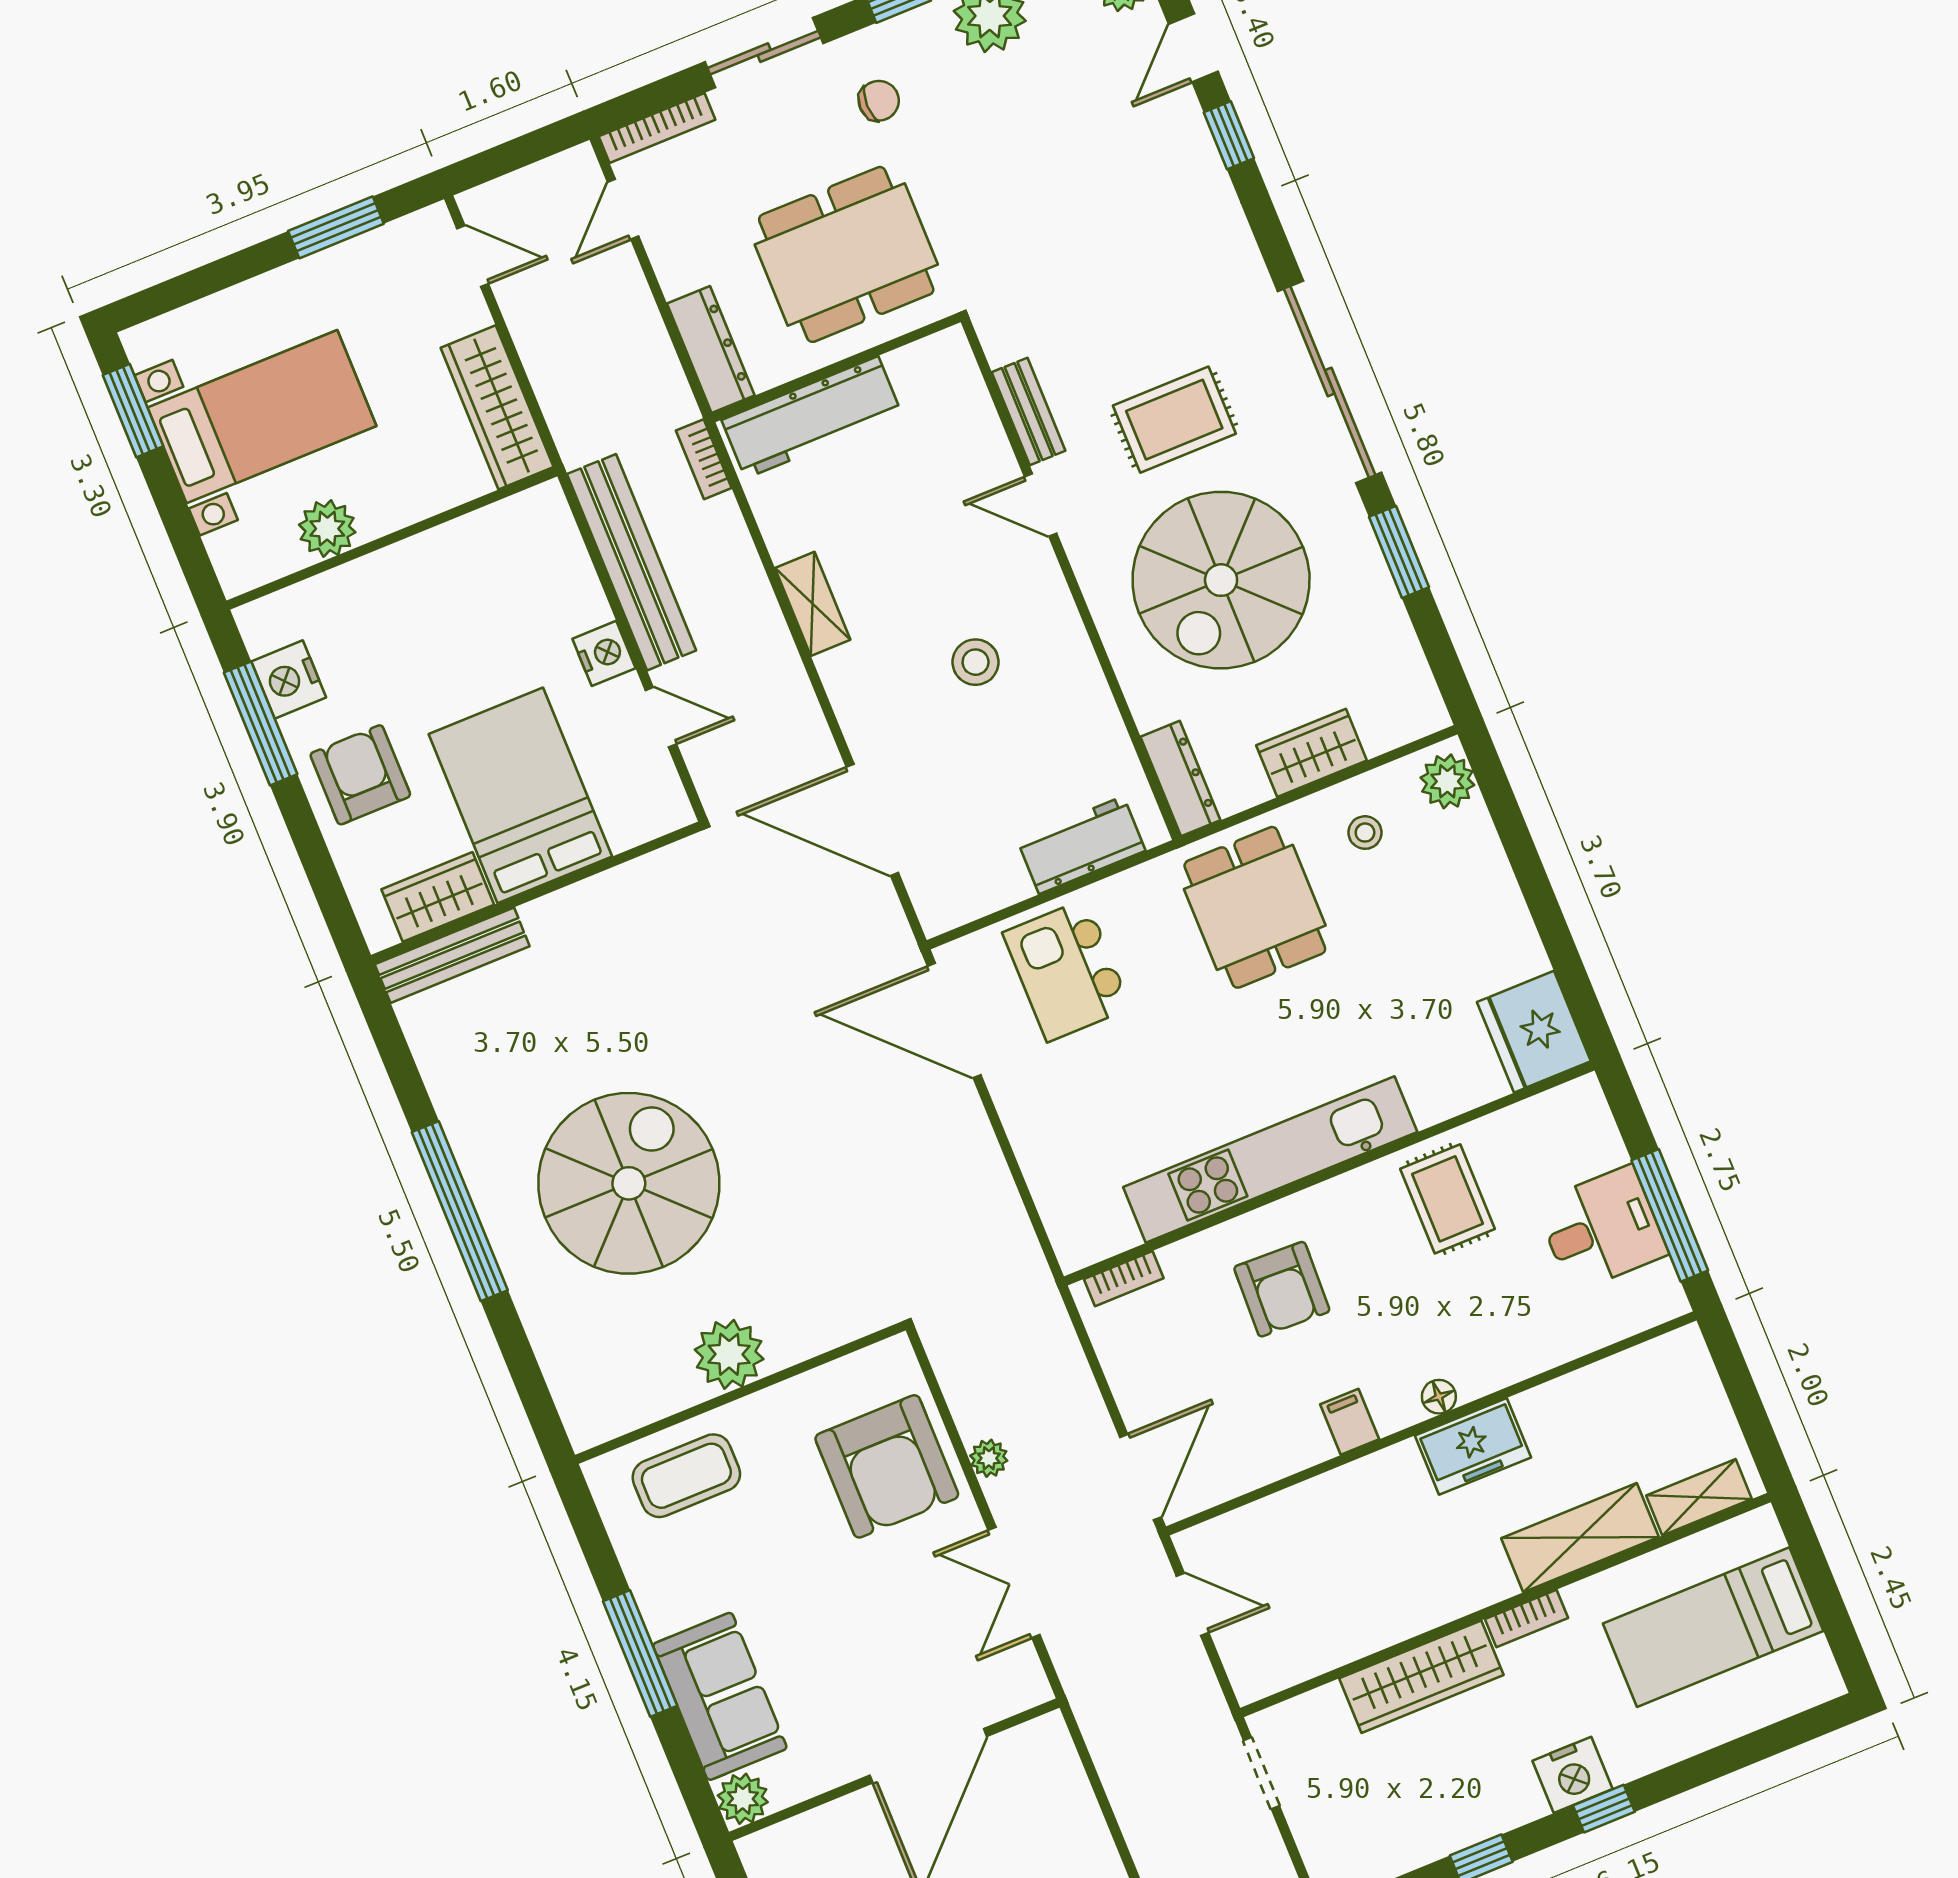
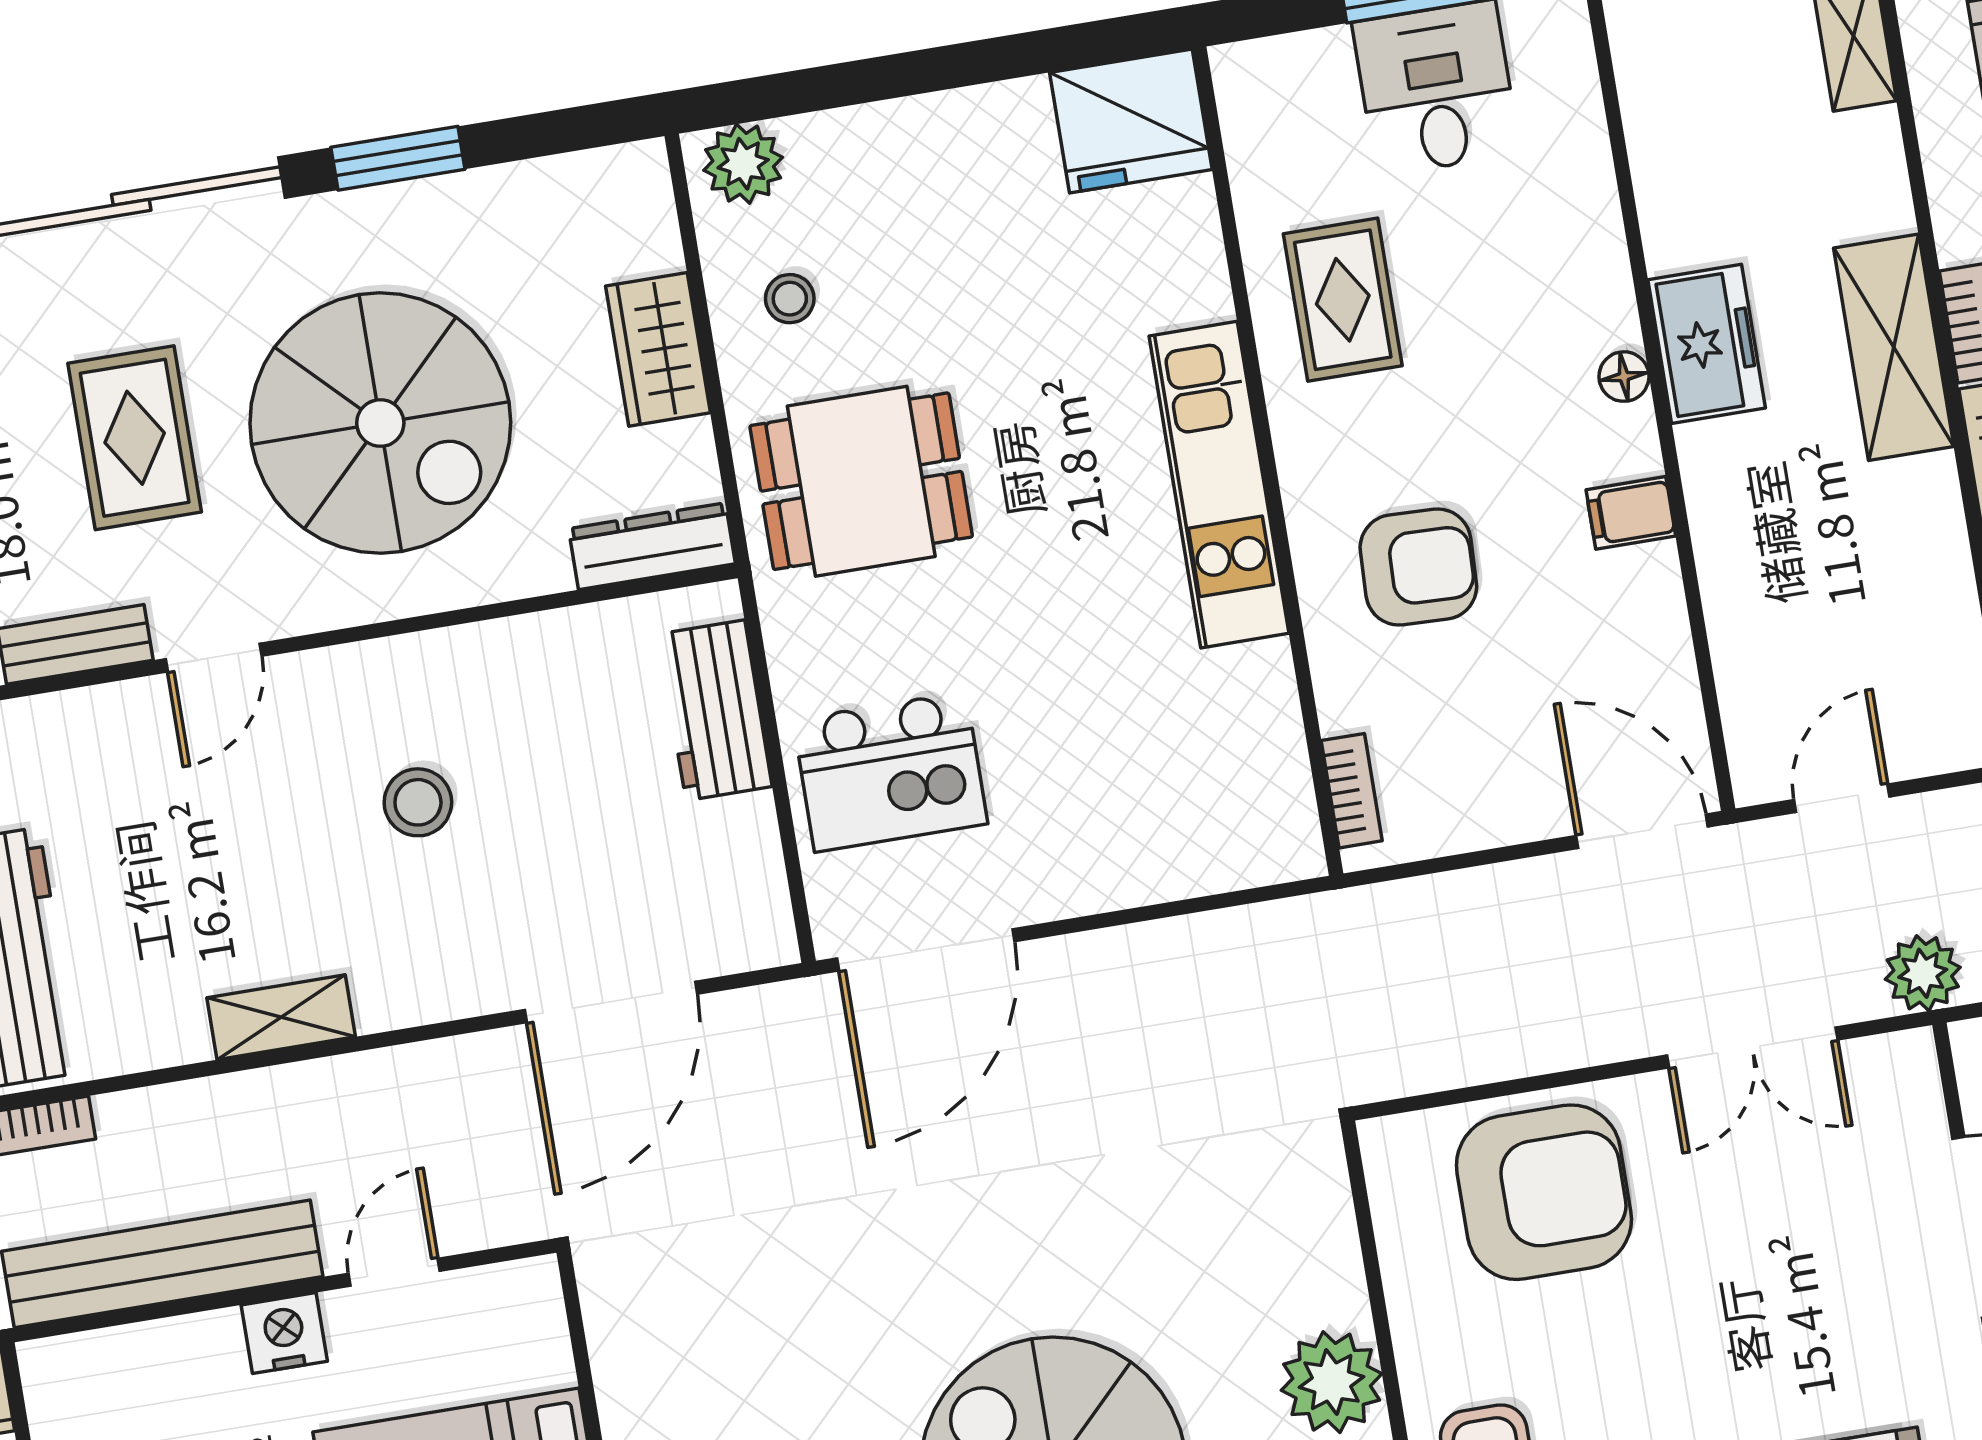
kitchen unit: (1270, 1160) -> (1219, 485), width x0.73
rug: (1447, 1199) -> (1343, 300), turned 90
plant: (989, 1458) -> (1923, 973), moved, width x1.38, depth x1.38
shelving: (1580, 1538) -> (1894, 347), moved

